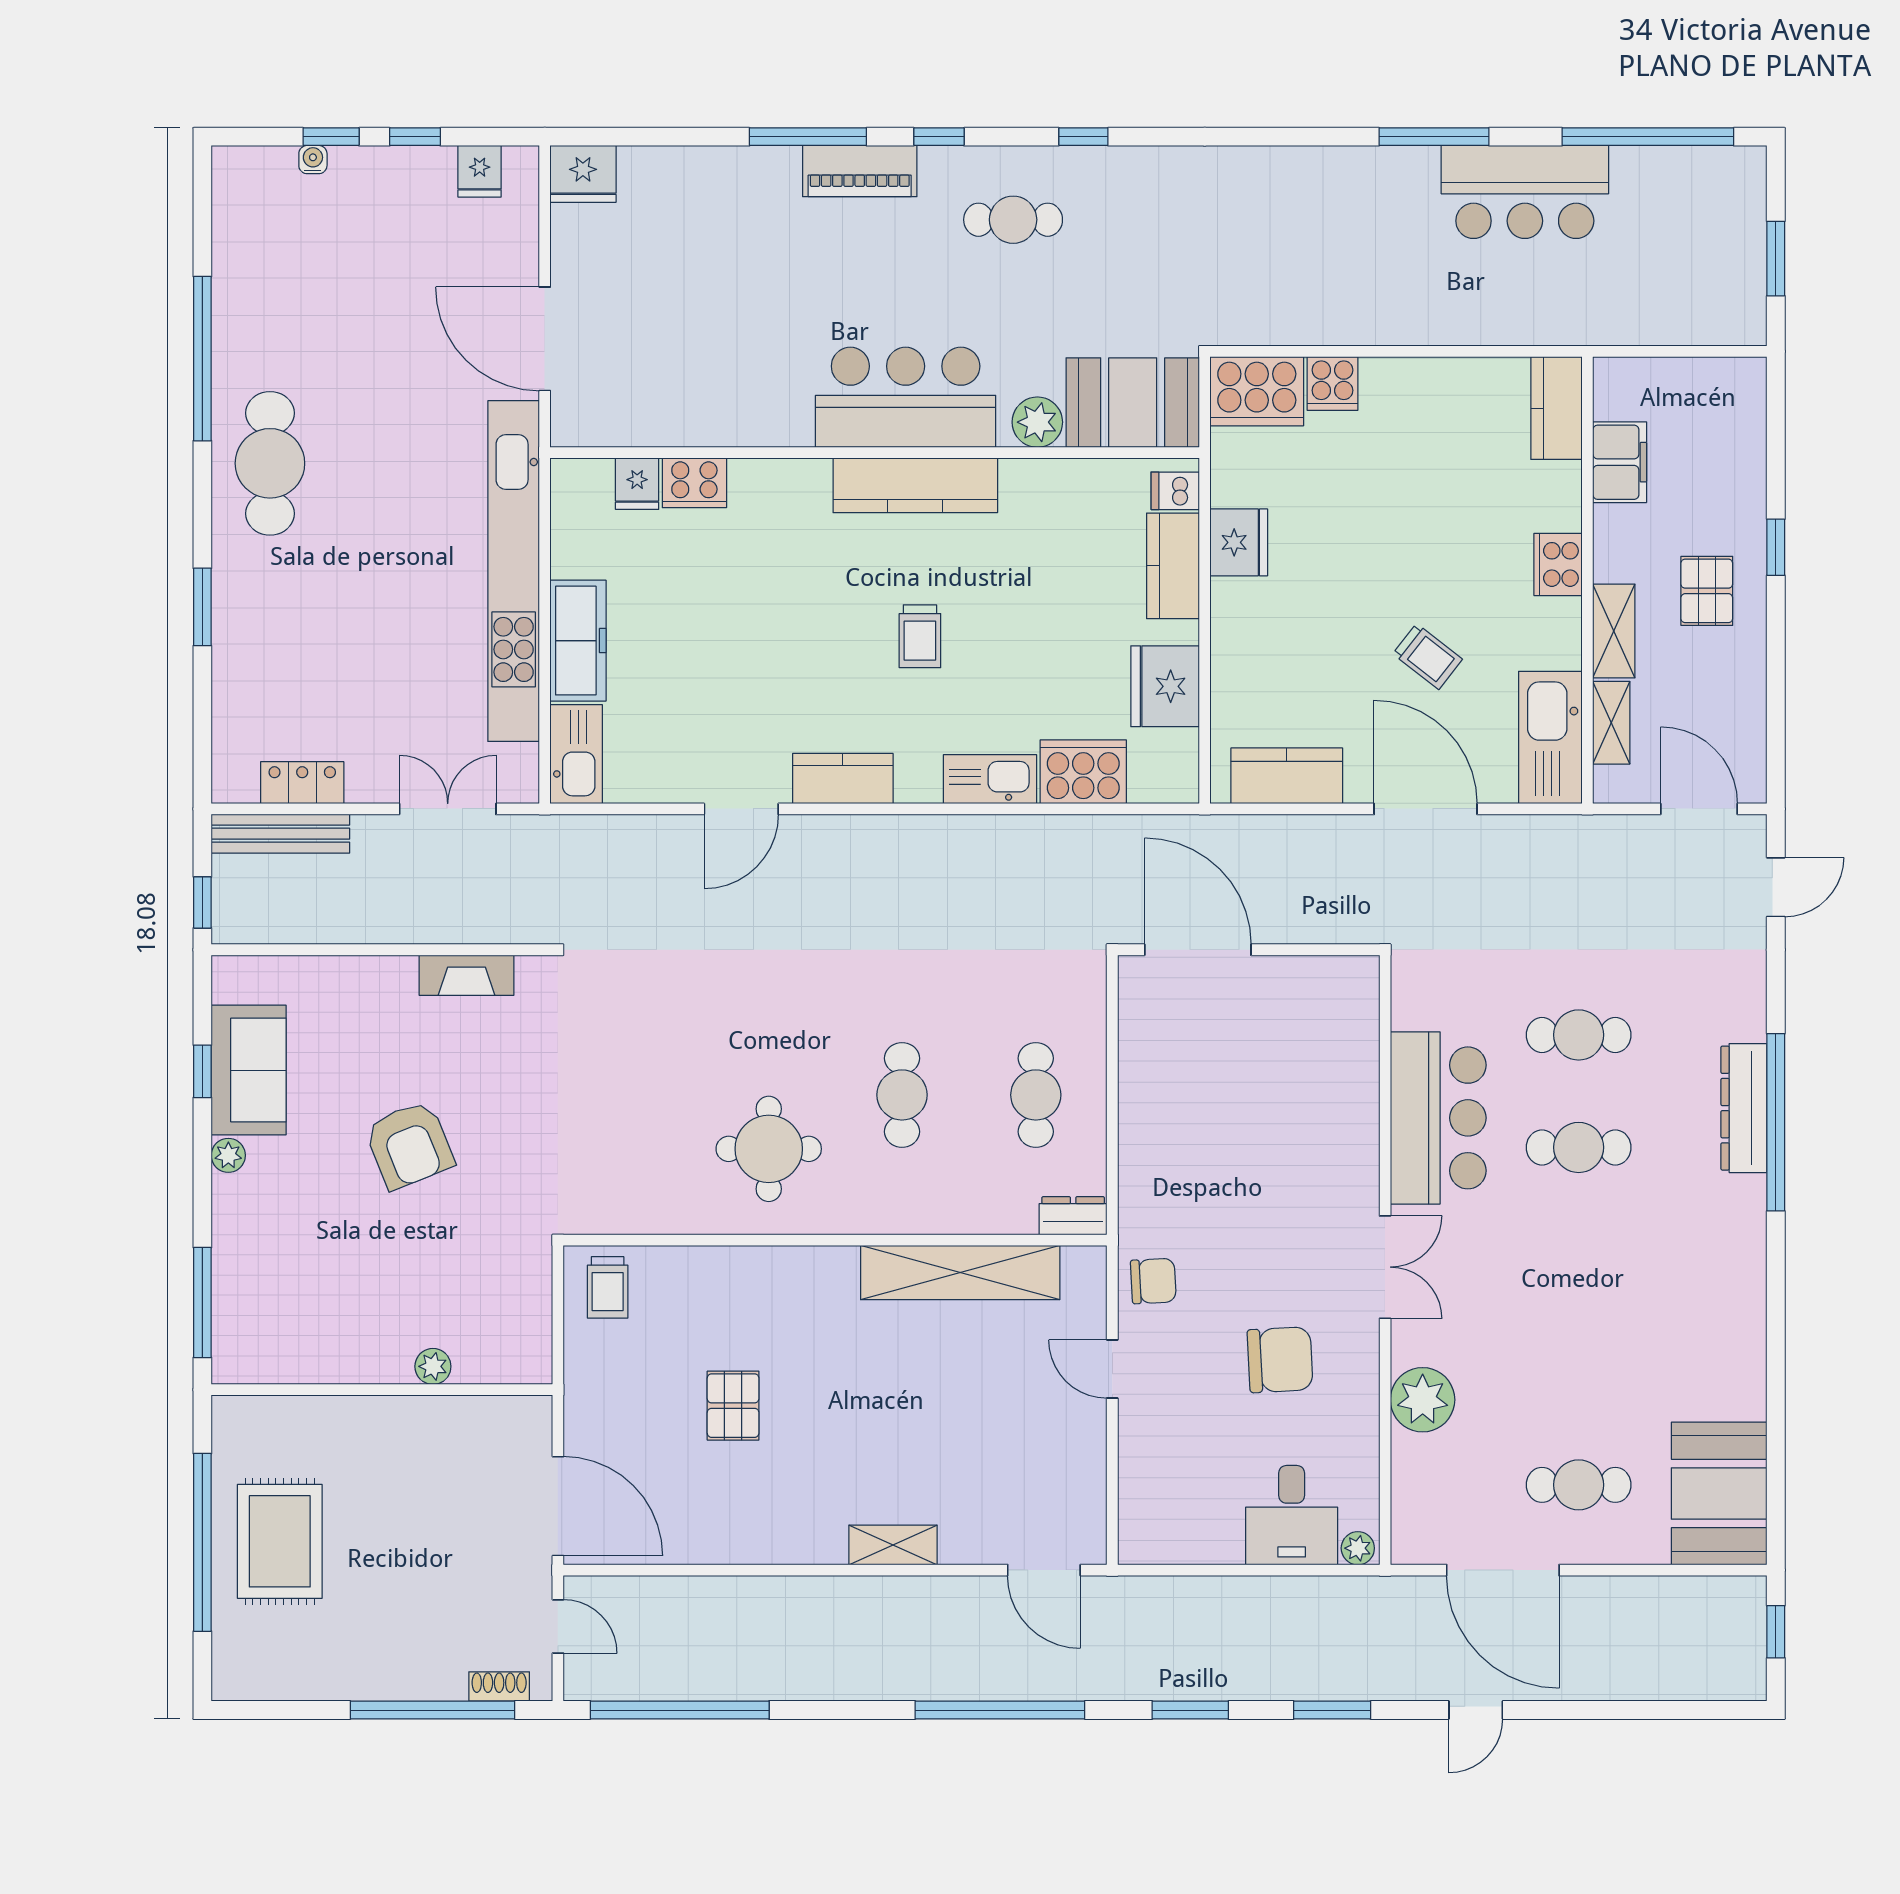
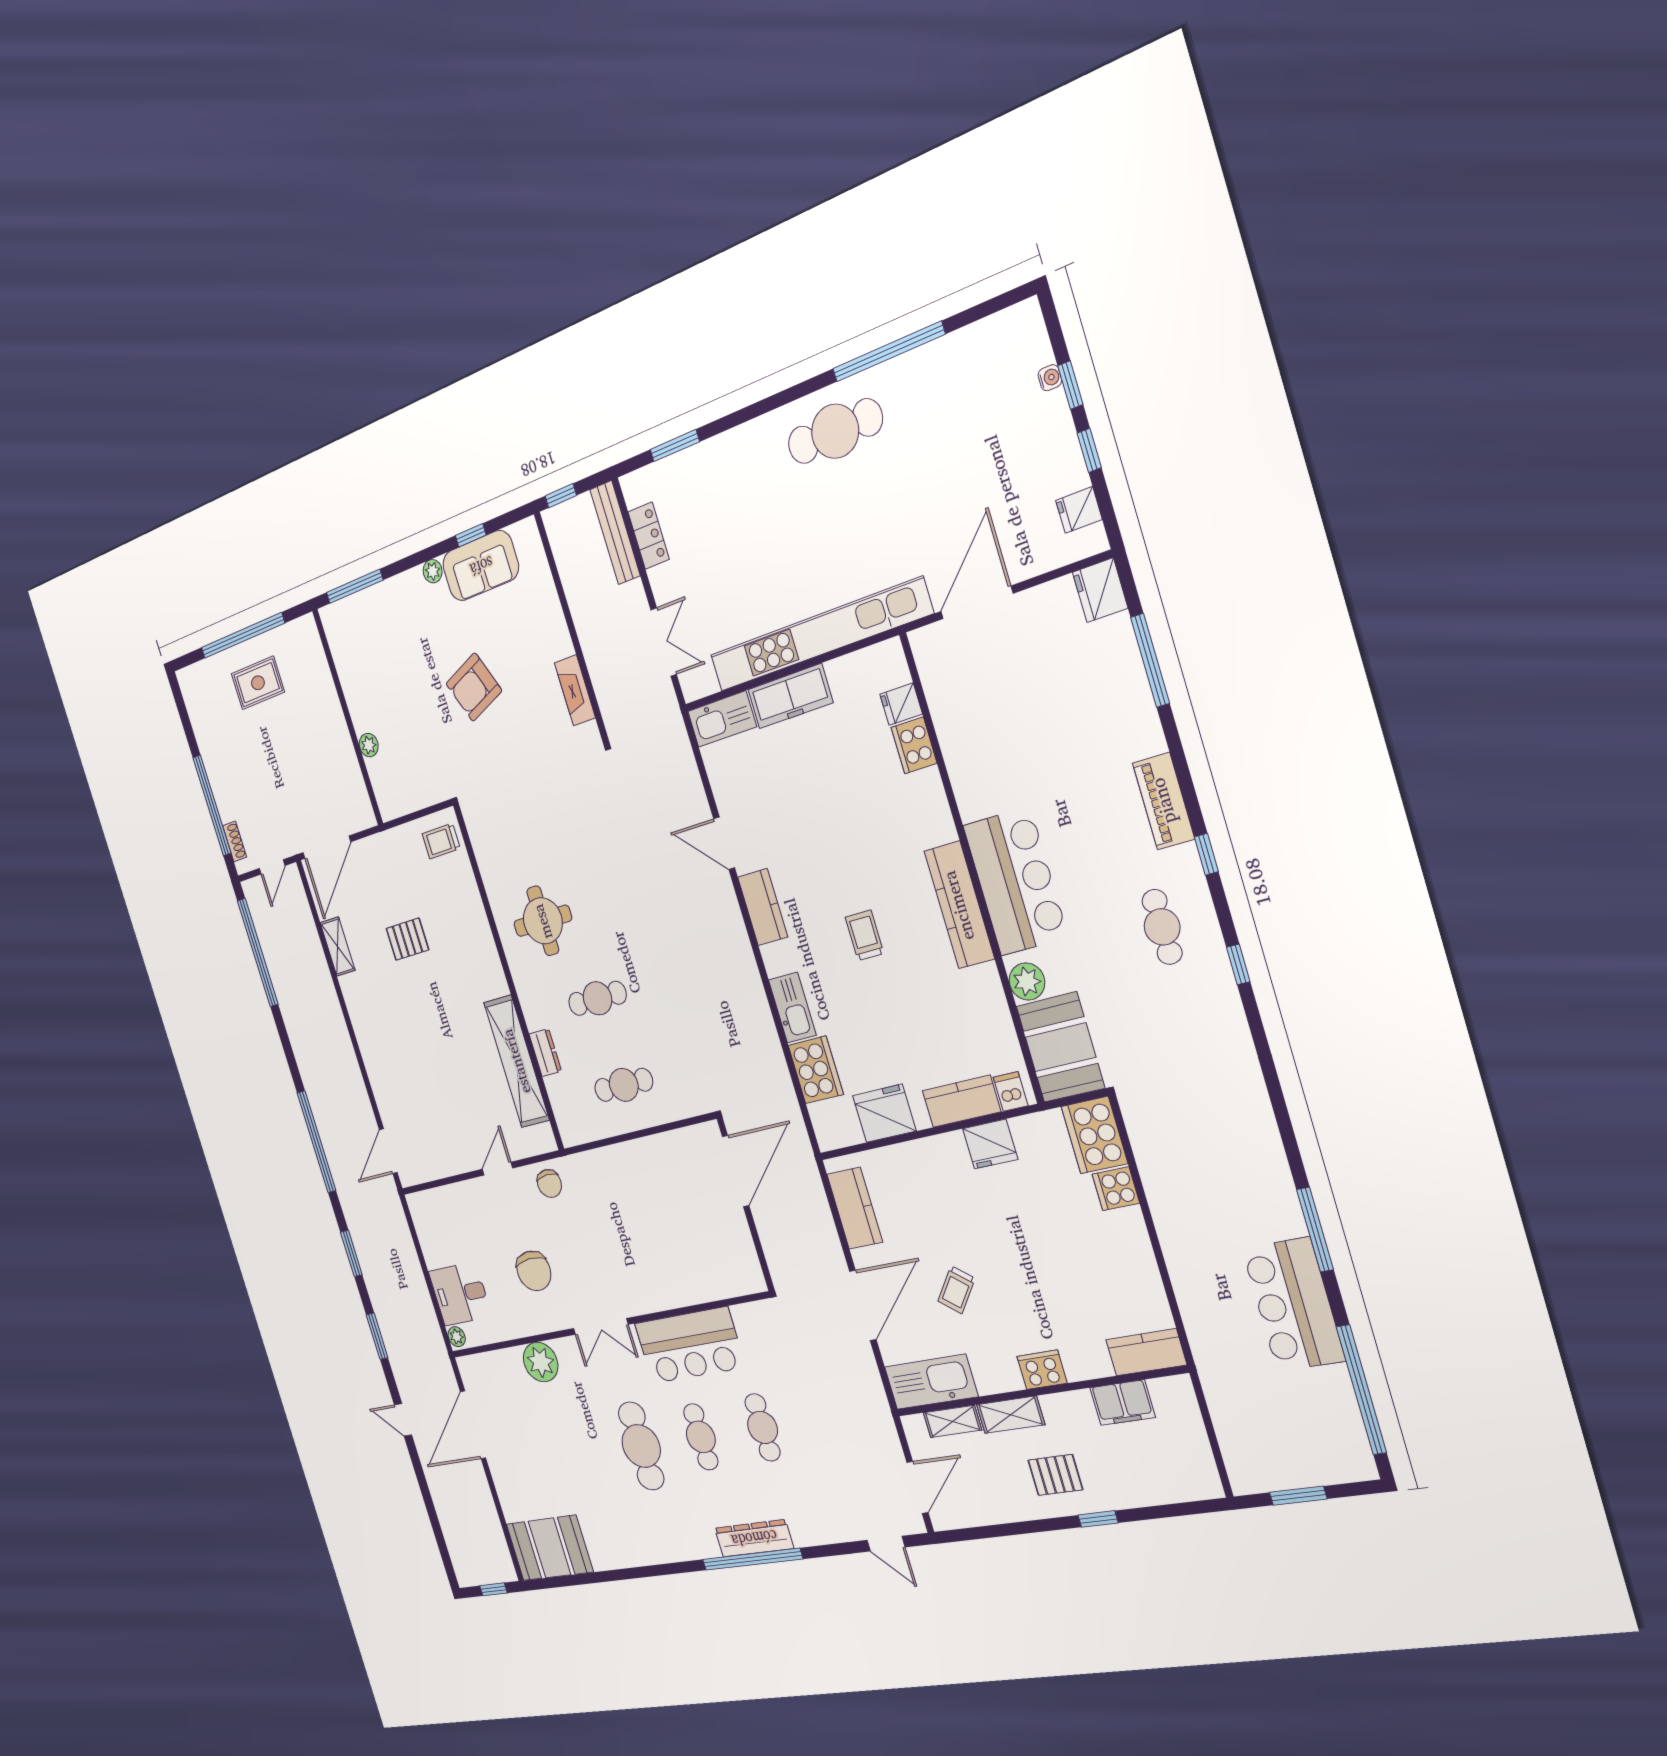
window: (808, 137) -> (1150, 660), moved
window: (202, 607) -> (675, 446), moved
trolley: (920, 636) -> (864, 935), turned 90
dresser: (1073, 1216) -> (545, 1053), moved
cafe table: (1579, 1485) -> (641, 1446), moved, width x1.37, depth x1.35
rug: (280, 1541) -> (258, 683), width x0.73, depth x0.70
shelving: (893, 1545) -> (338, 946), moved

